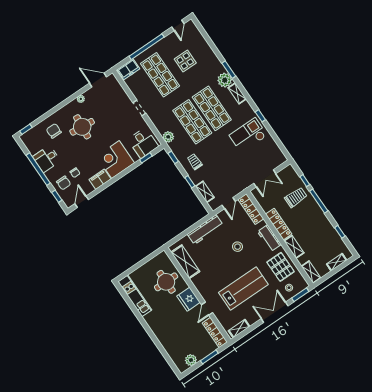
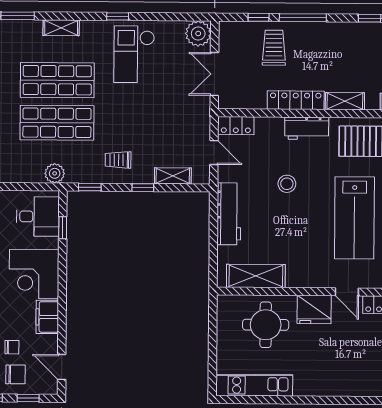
plant: (225, 80) -> (198, 34), moved
double door: (265, 178) -> (214, 74), swing flipped
locker: (251, 209) -> (236, 126), width x0.66
lab bench: (243, 288) -> (354, 218), turned 180

